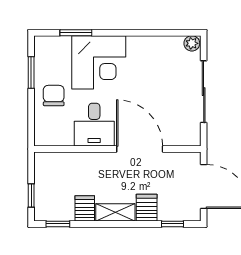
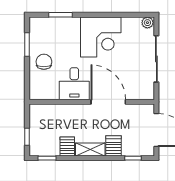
corner desk: (99, 62) -> (101, 37), moved

